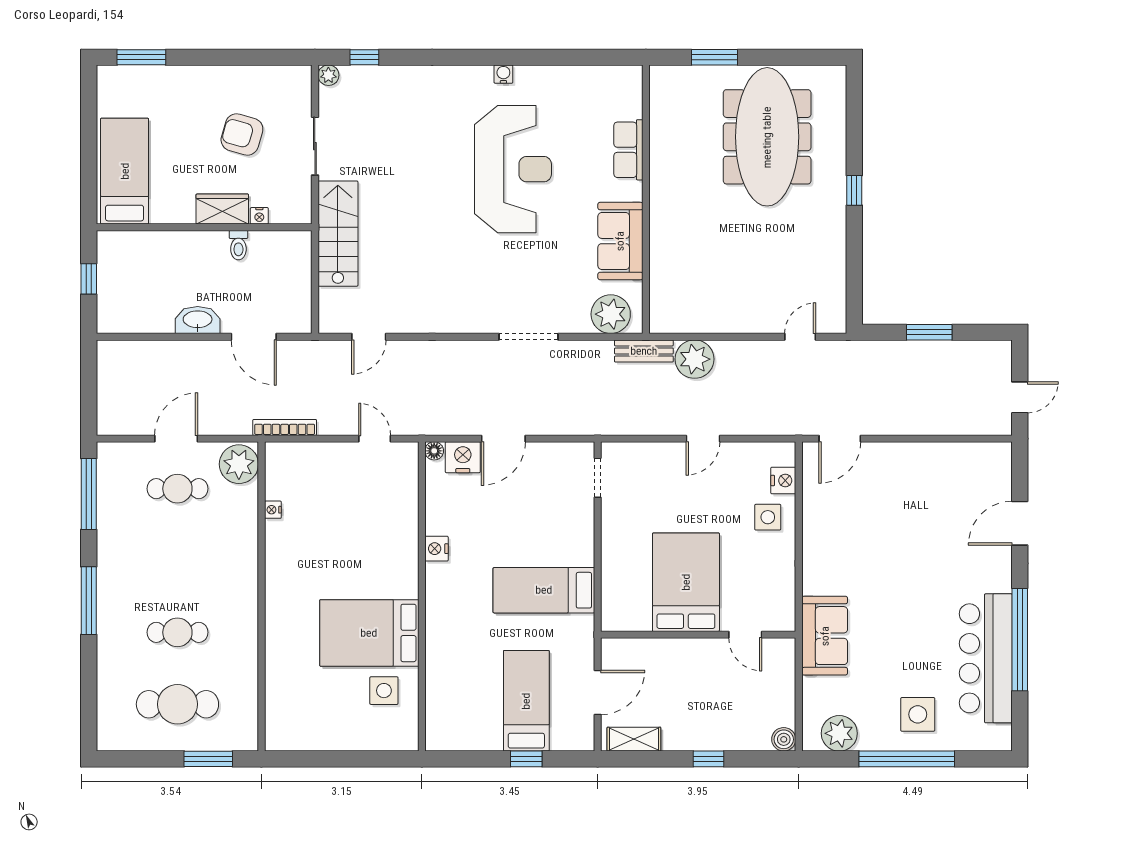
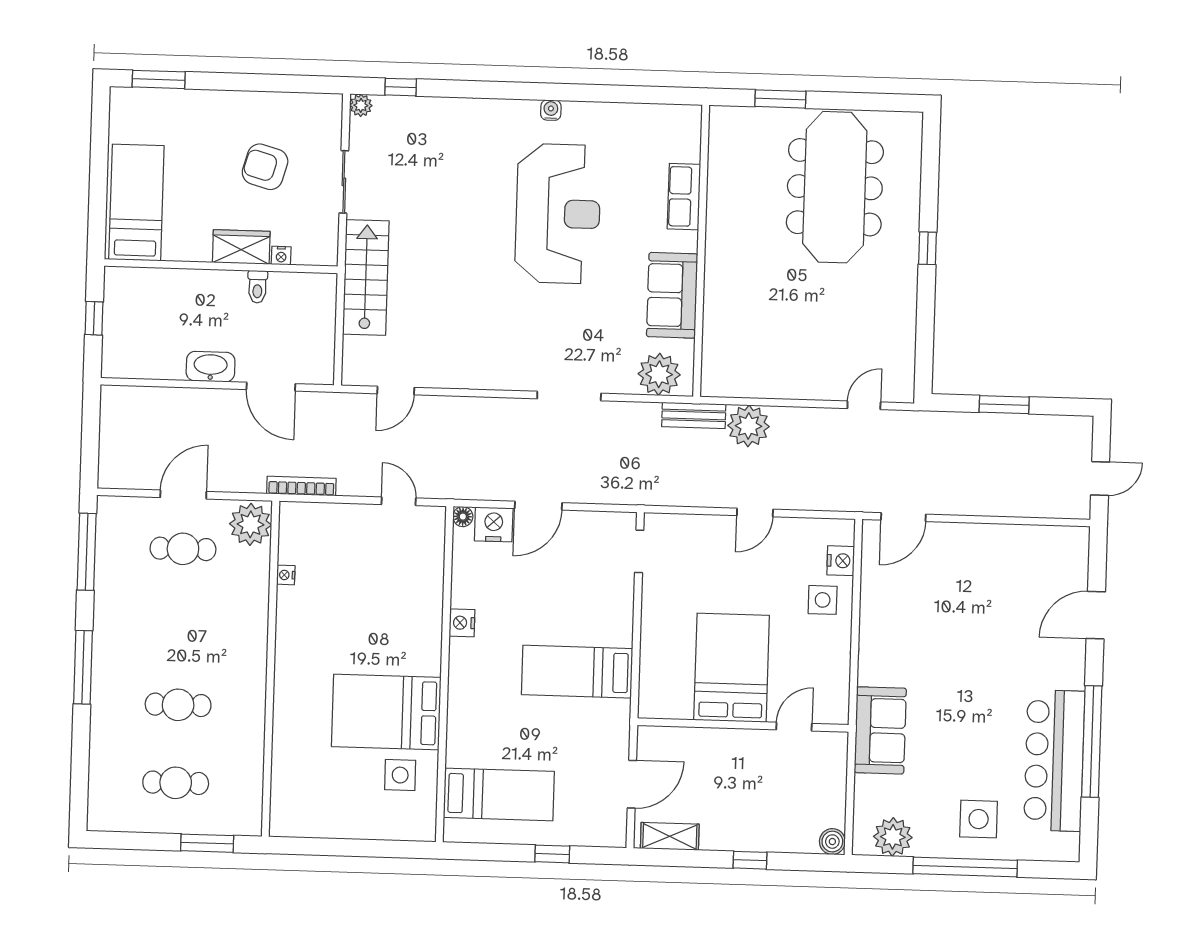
door: (745, 635) -> (794, 727), swing flipped
bed: (526, 701) -> (499, 794), moved, turned 90
cafe table: (177, 704) -> (176, 783), width x0.73, depth x0.74

